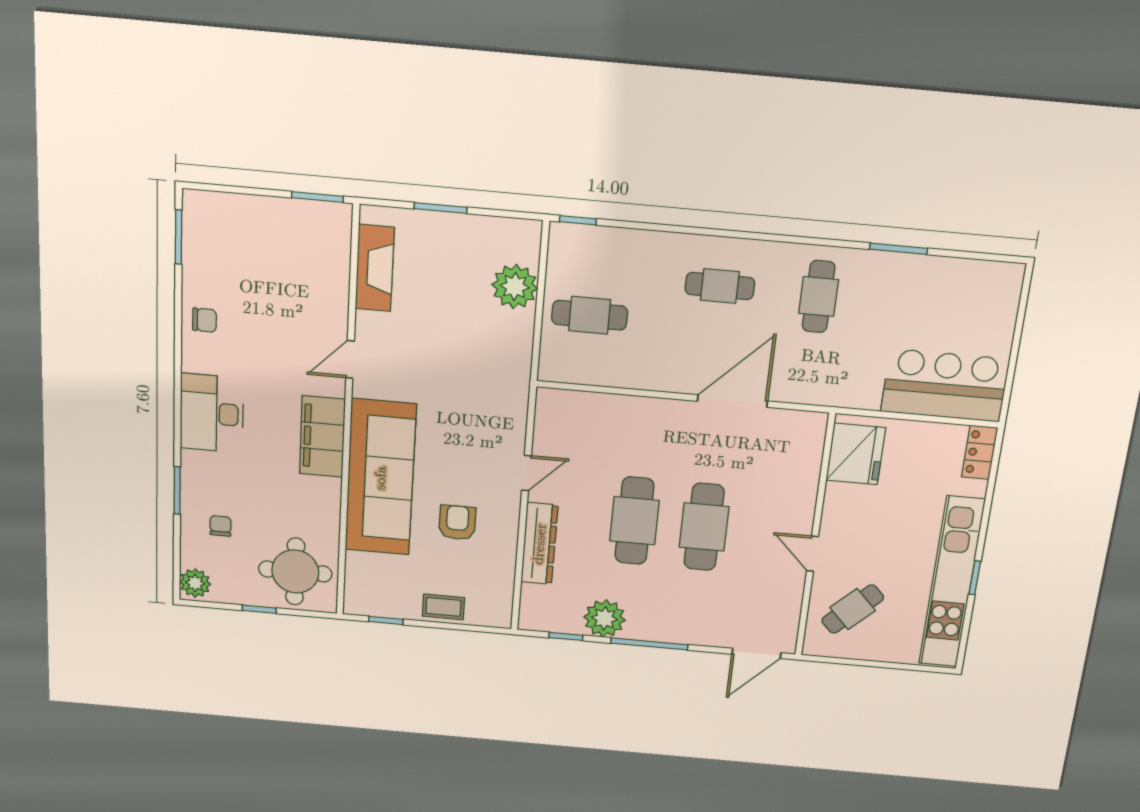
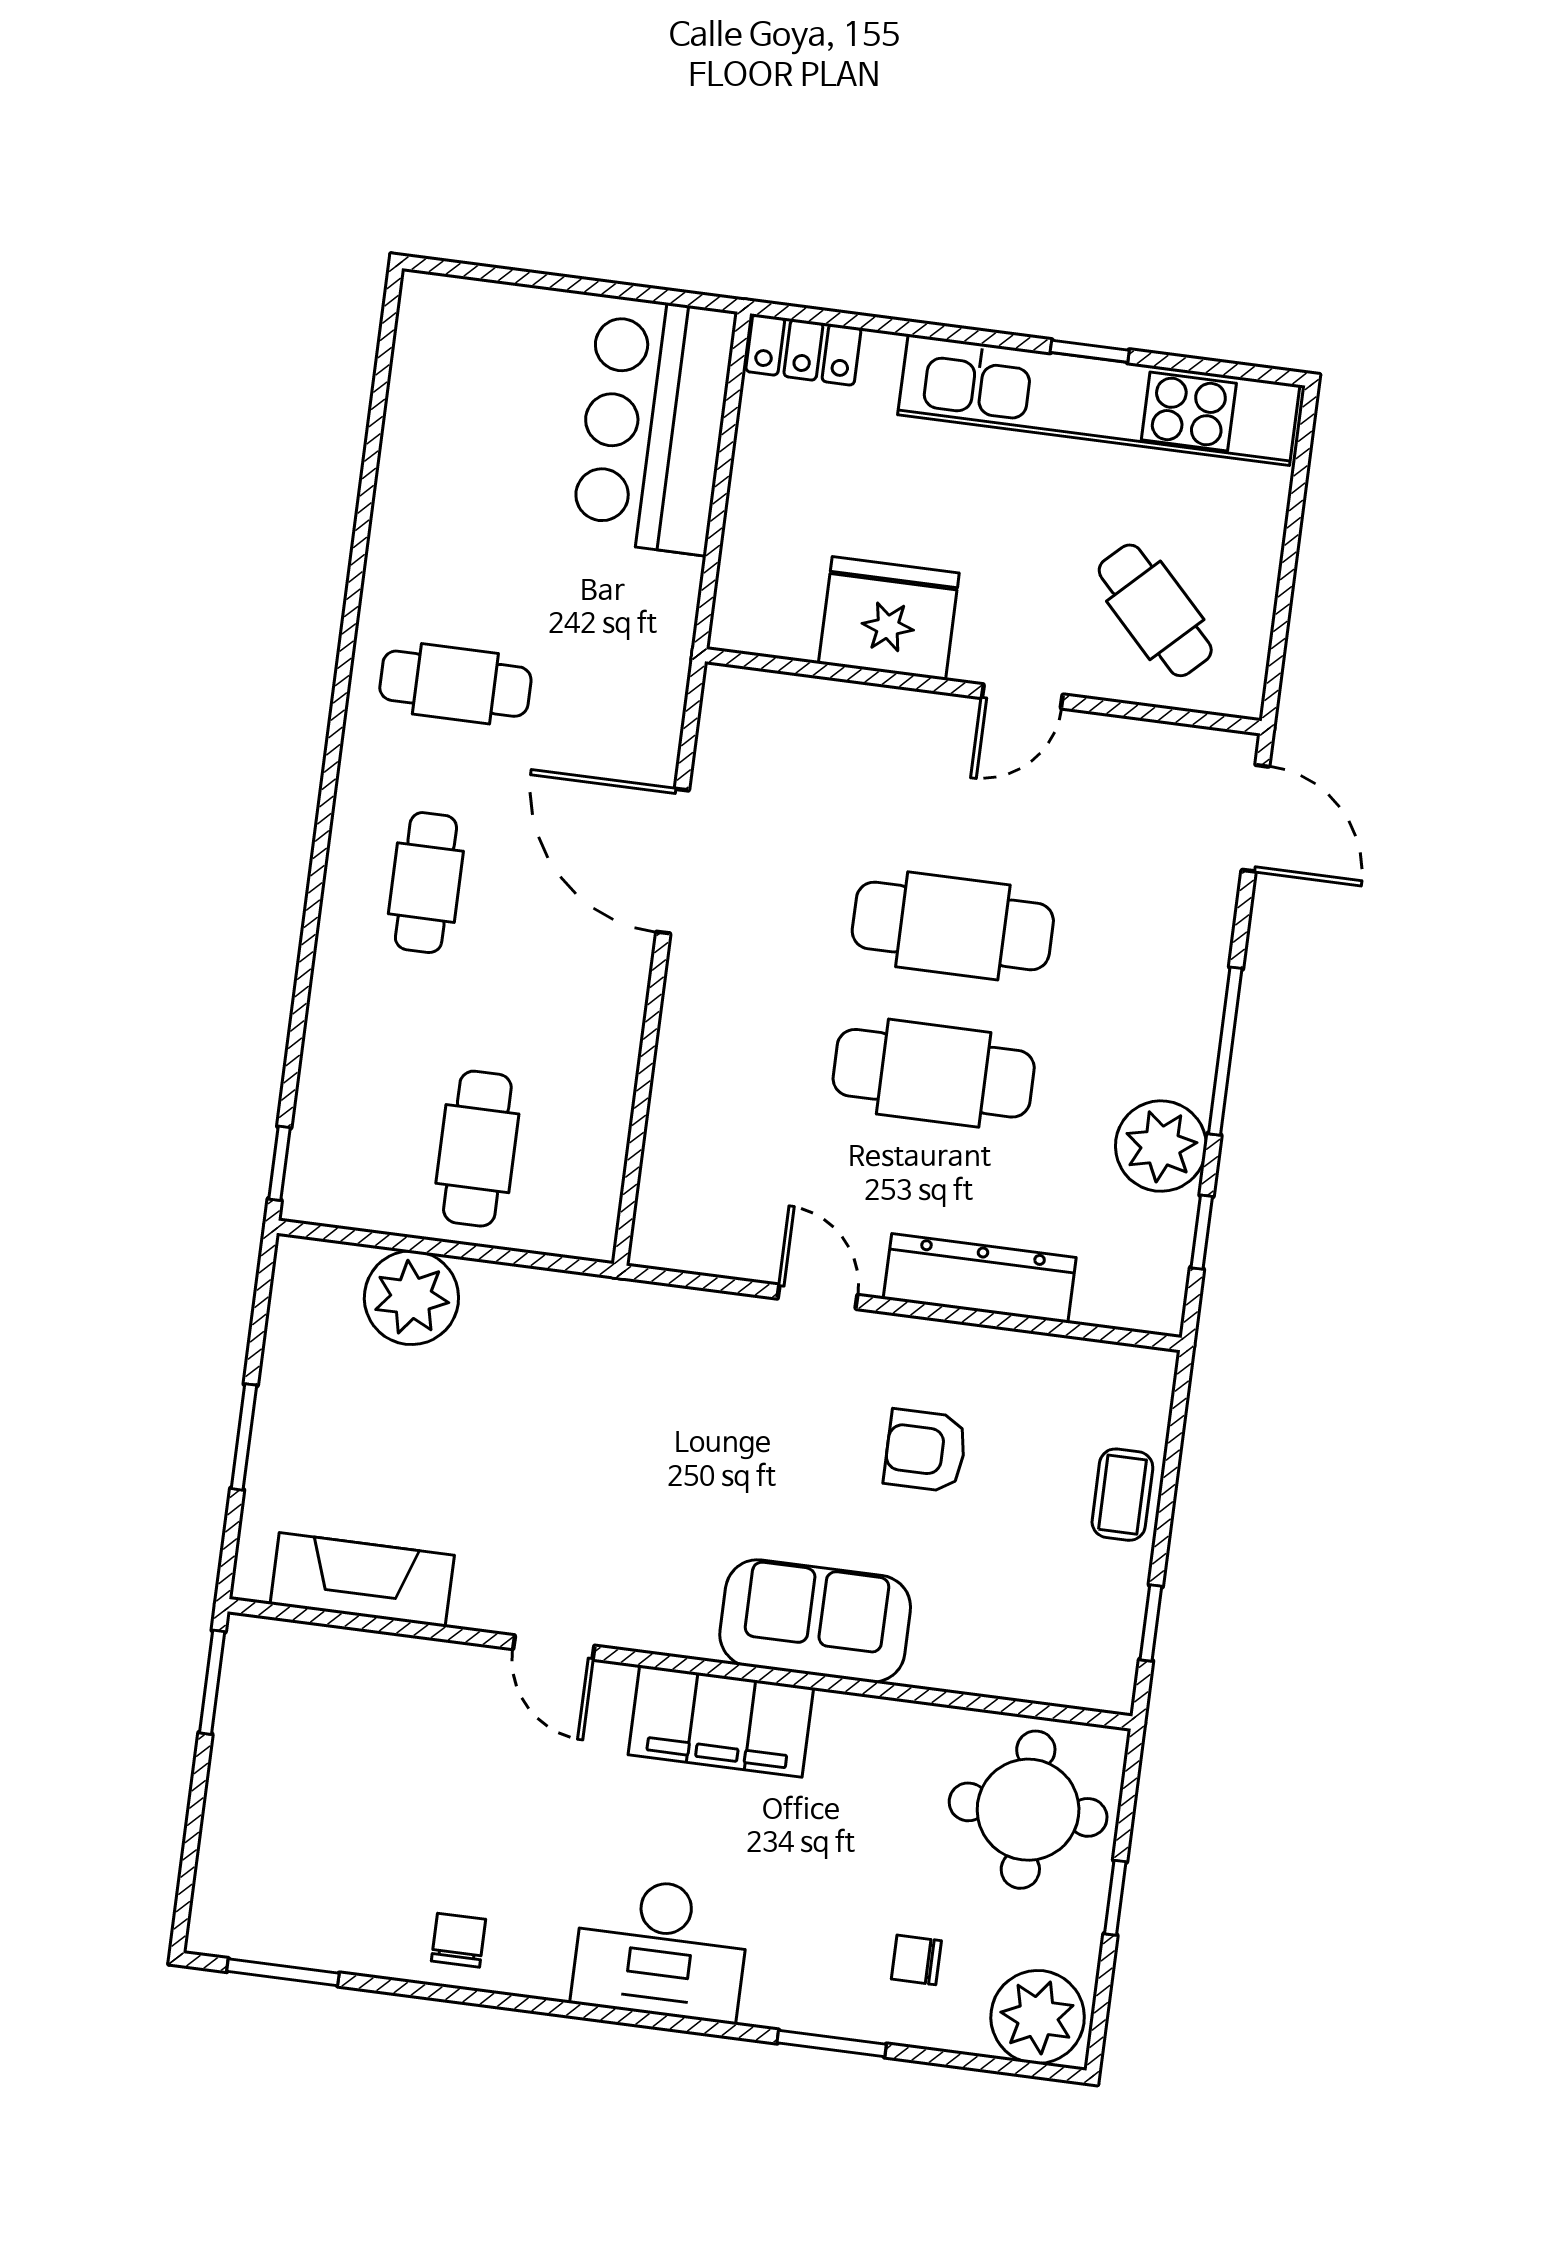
window: (898, 249) -> (362, 524), removed
fridge: (856, 454) -> (889, 618), moved
sofa: (380, 478) -> (815, 1621), width x0.54, depth x0.79
plant: (195, 583) -> (1038, 2017), width x1.36, depth x1.36

